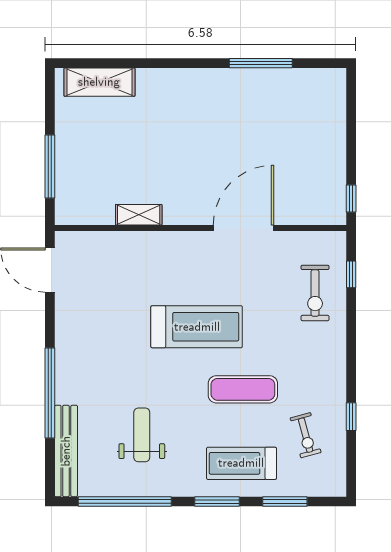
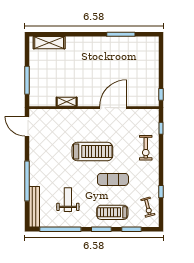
exercise bike: (315, 293) -> (146, 148), moved
exercise bike: (306, 435) -> (148, 207), moved

